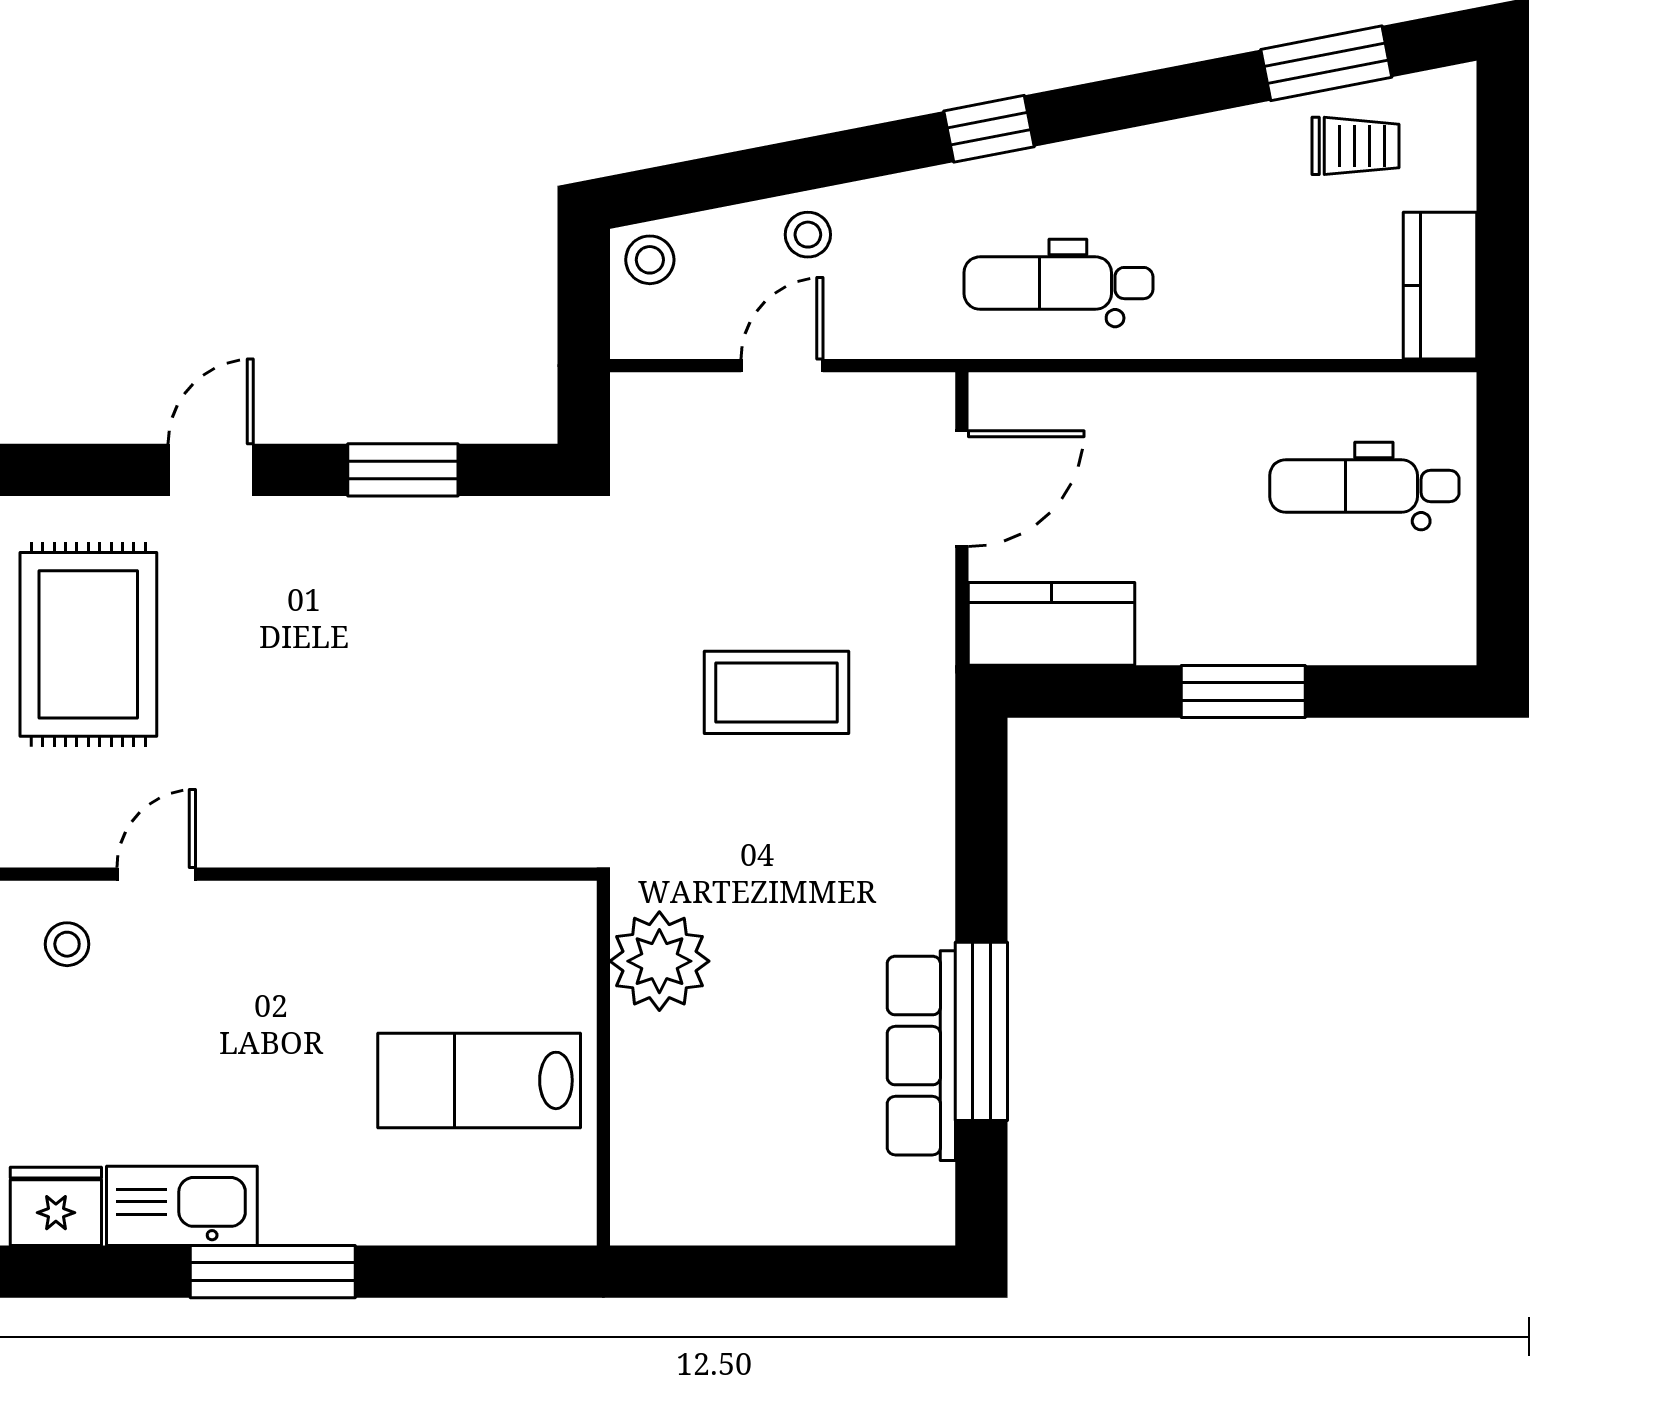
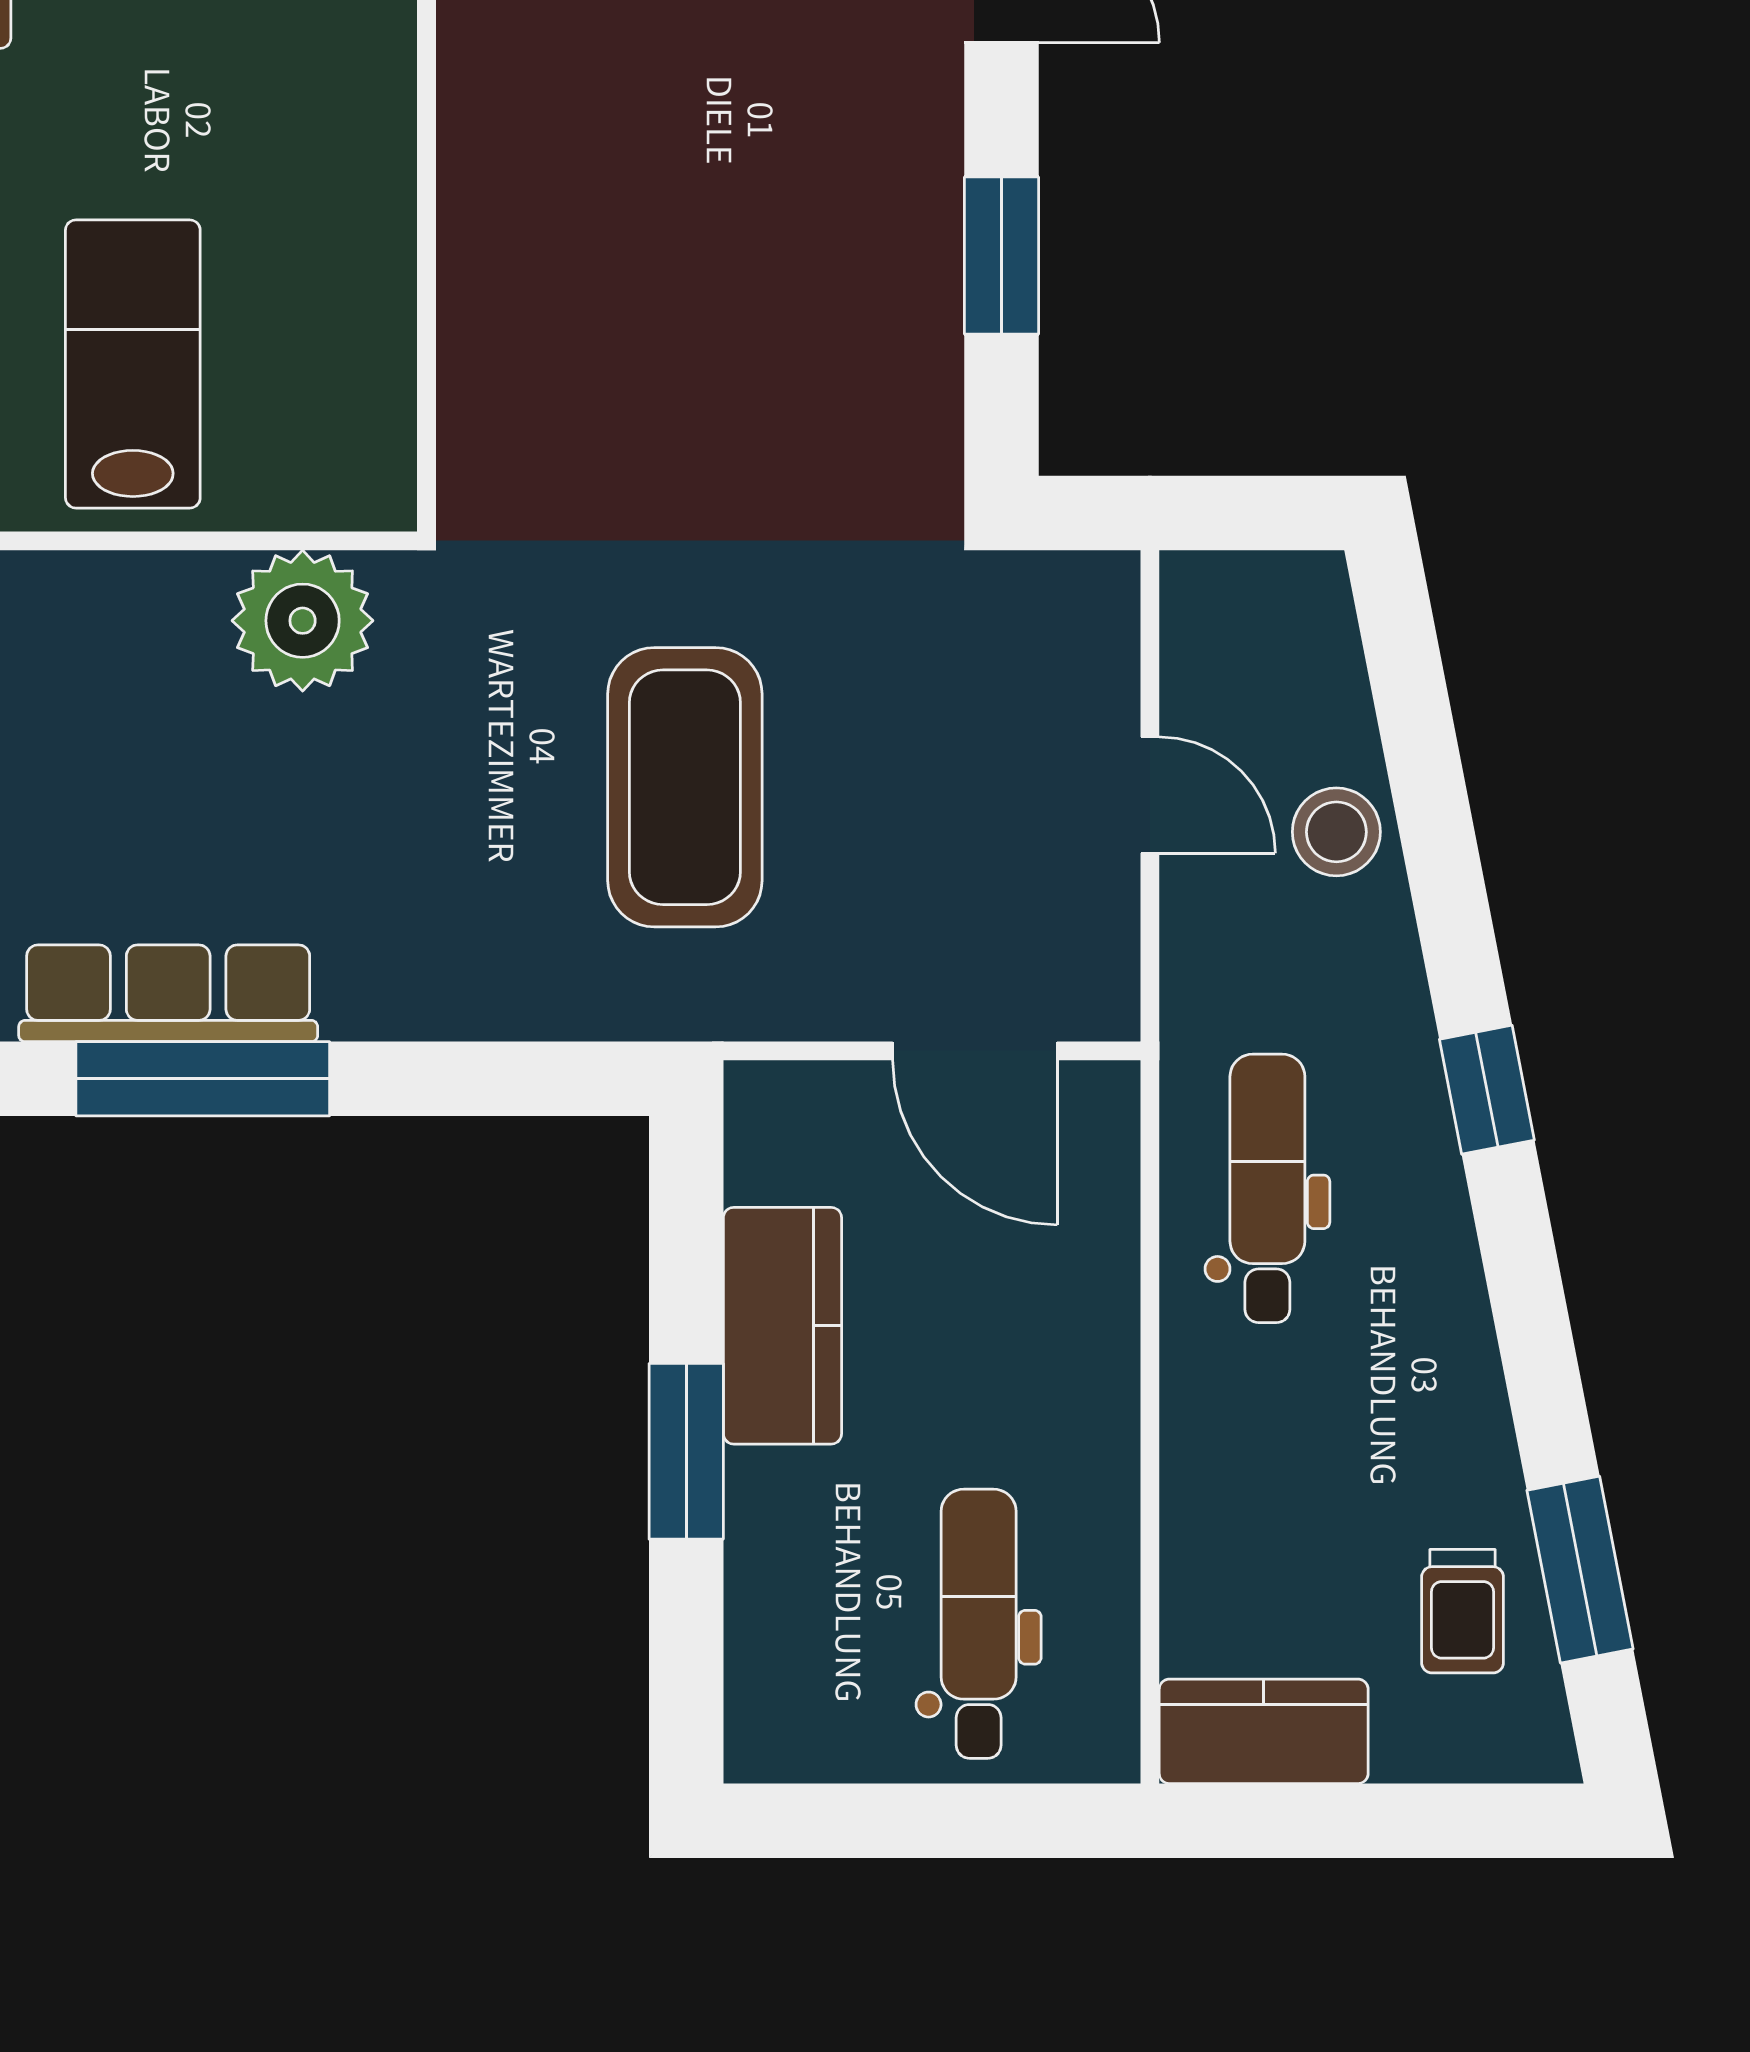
stool: (808, 235) -> (1336, 832), width x1.37, depth x1.37
stool: (650, 260) -> (1300, 607), removed
kitchen counter: (1051, 624) -> (782, 1326), moved
coffee table: (777, 692) -> (685, 787), width x1.36, depth x1.32

